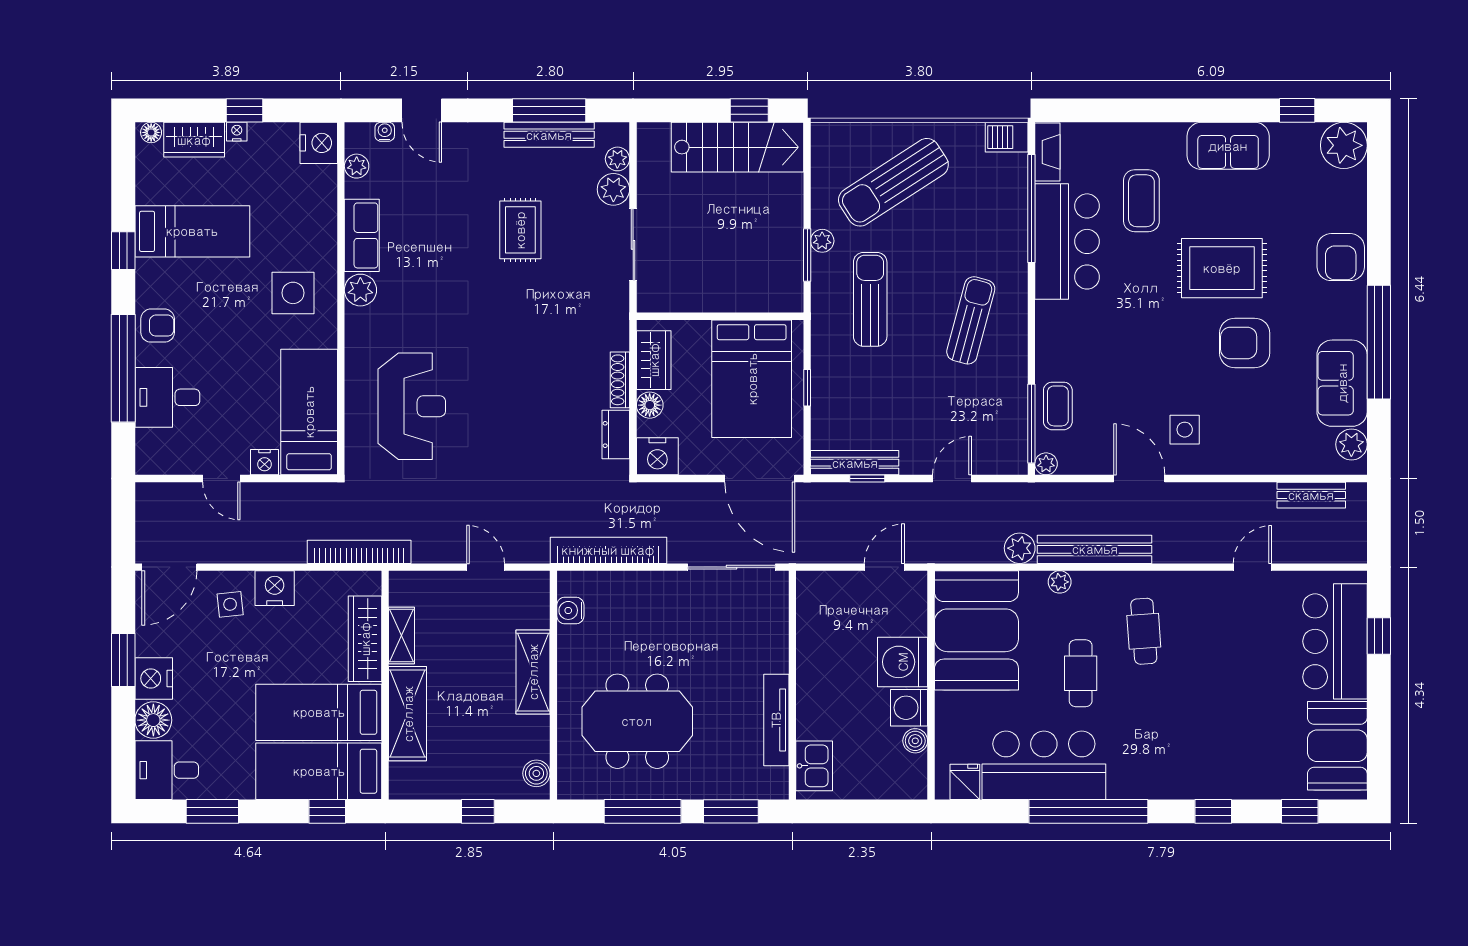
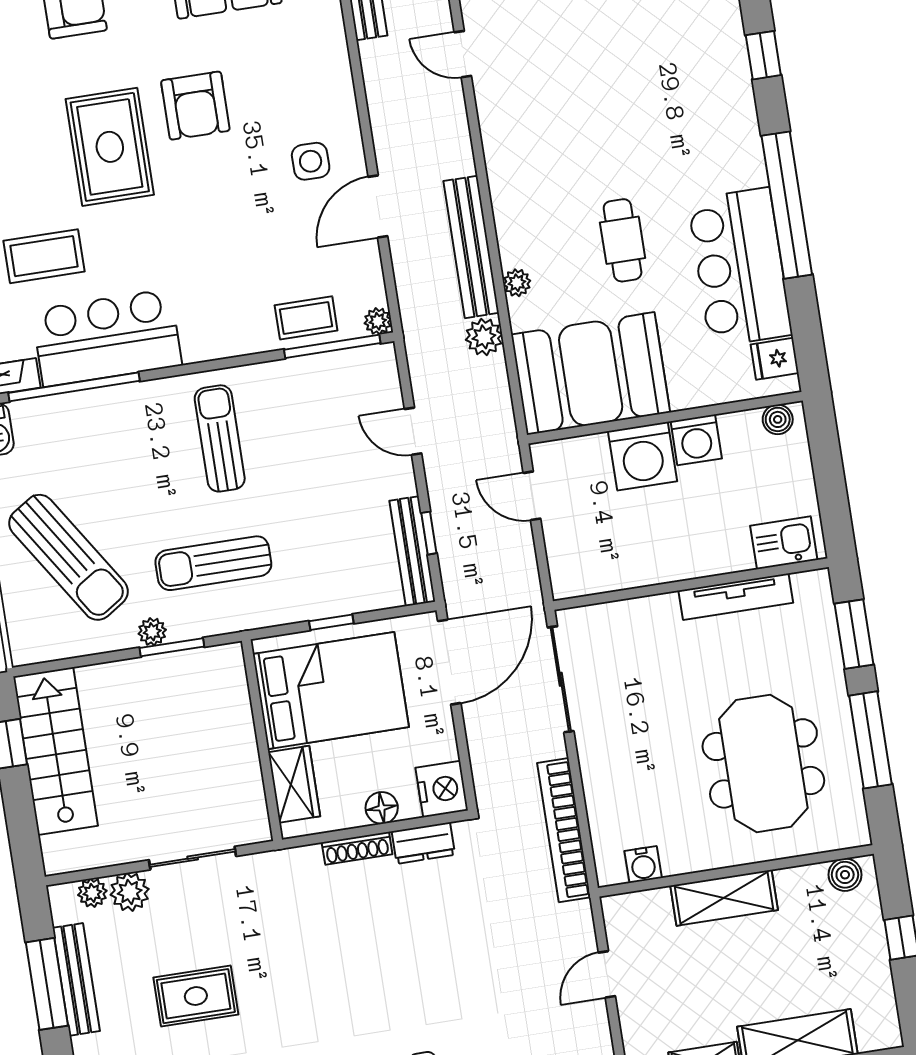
sun lounger: (971, 320) -> (220, 438), turned 75
wardrobe: (654, 360) -> (294, 784), moved, turned 90
cafe table: (1144, 631) -> (560, 172), removed
cafe table: (1081, 673) -> (623, 240), turned 90
boiler: (915, 741) -> (778, 419), moved

